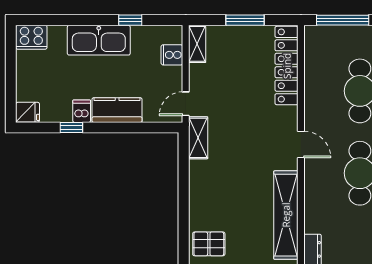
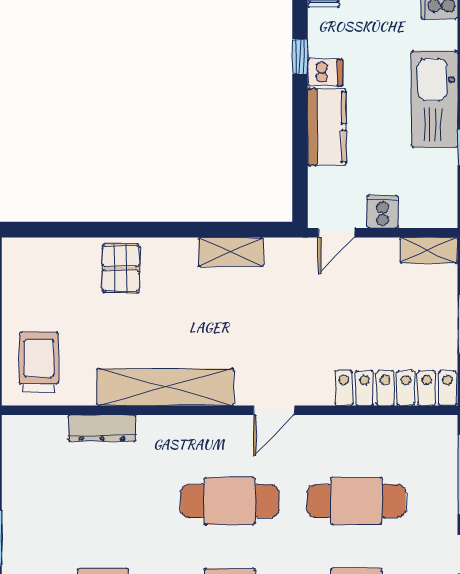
cooker: (172, 55) -> (383, 212), moved
door: (186, 104) -> (337, 233), swing flipped
shelving: (198, 138) -> (231, 252), moved

